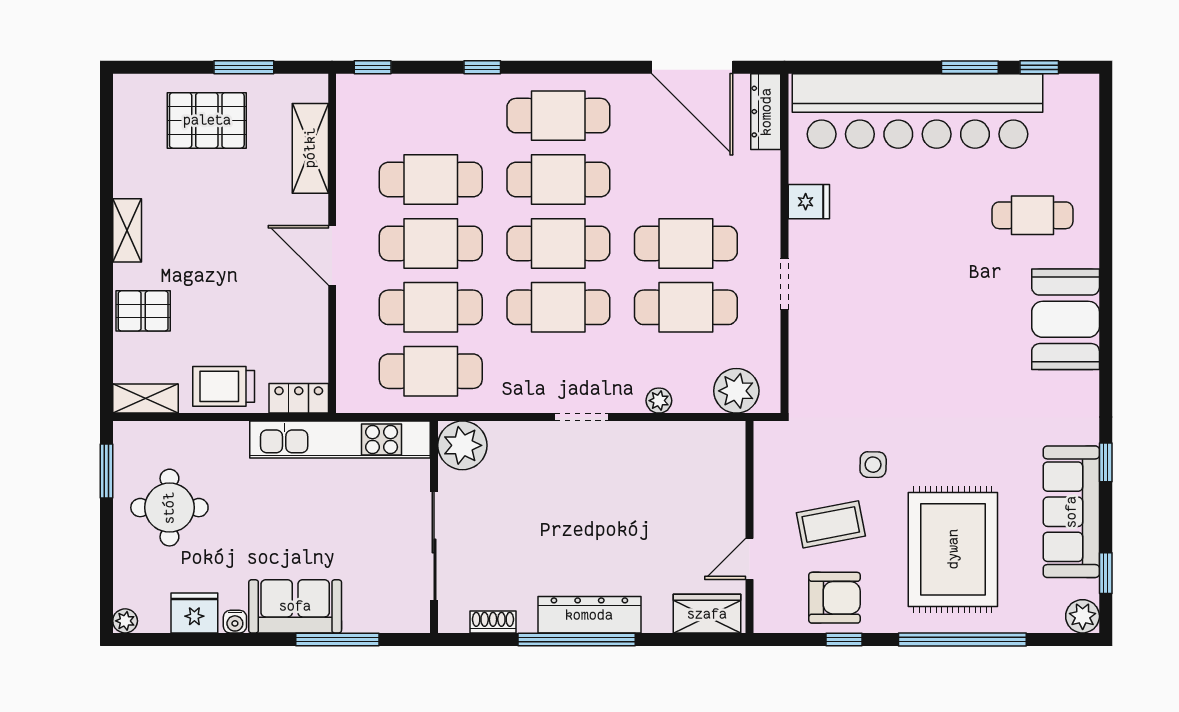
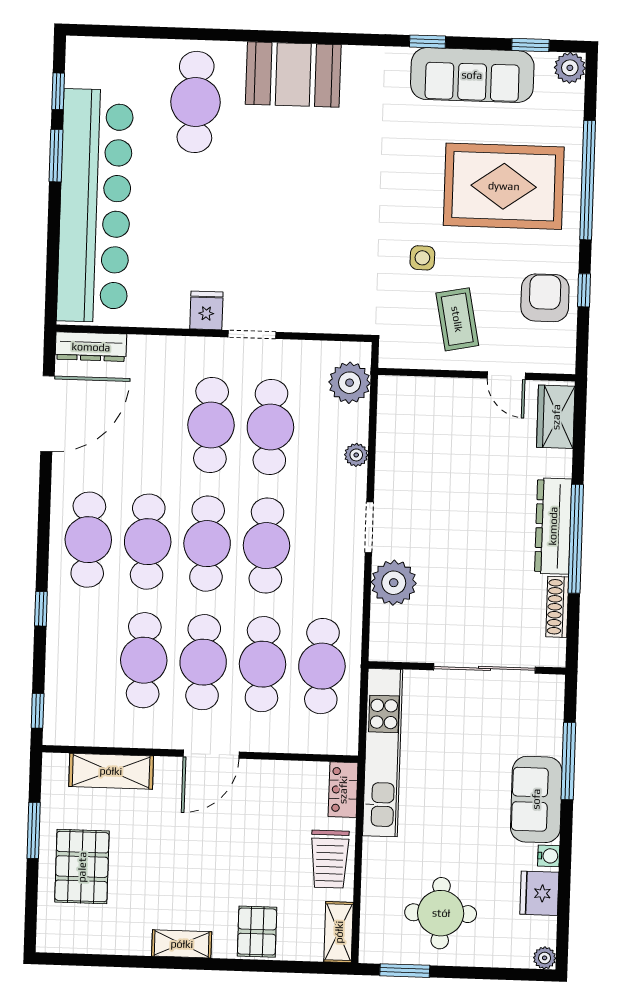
fridge: (809, 202) -> (206, 310), moved
cafe table: (1033, 215) -> (196, 102), width x1.37, depth x1.35
plant: (462, 445) -> (394, 583), moved
coffee table: (831, 524) -> (457, 319), moved
shoe rack: (493, 622) -> (557, 607), width x1.43

